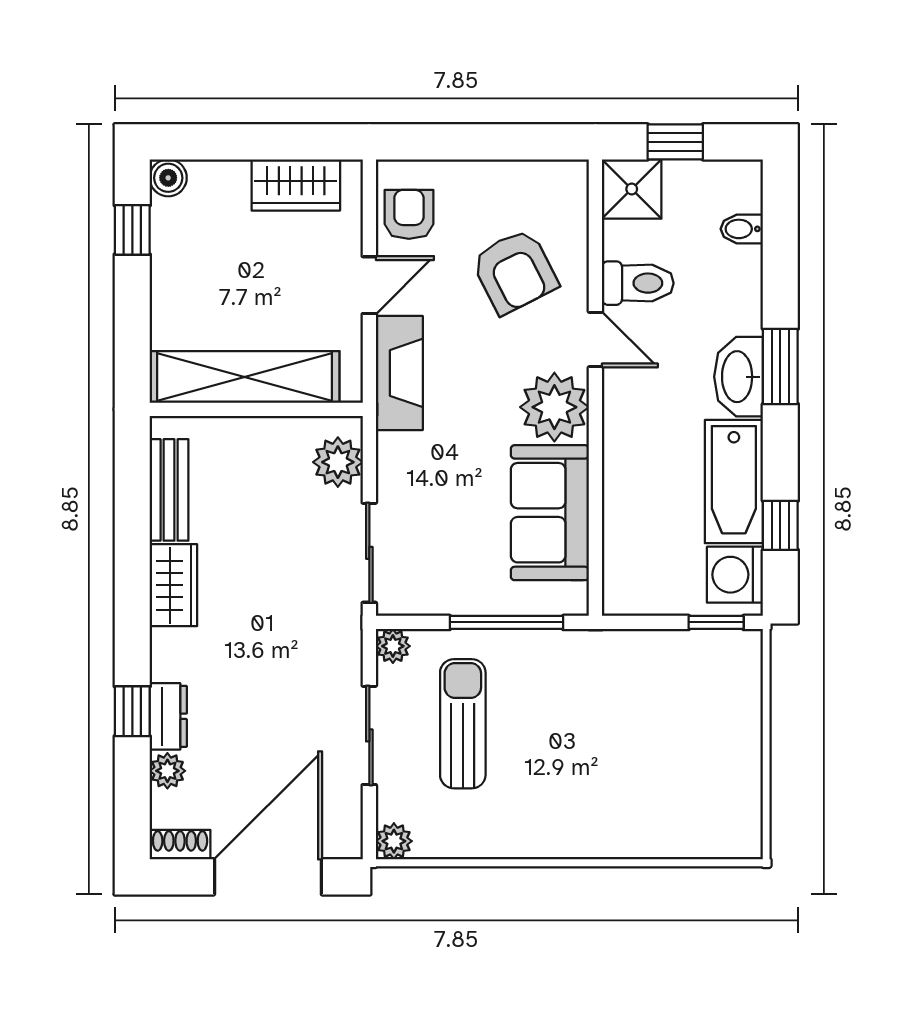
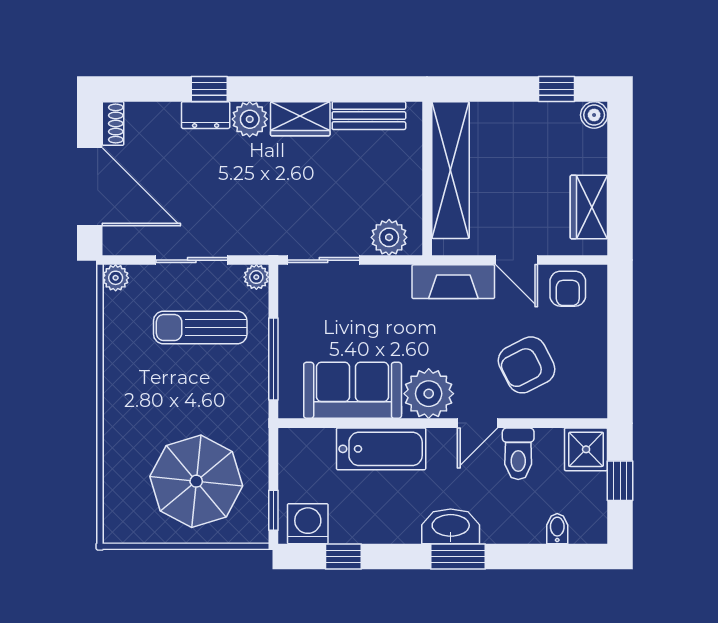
armchair: (409, 214) -> (568, 289), turned 90
bathtub: (734, 482) -> (381, 449), moved, turned 180
sun lounger: (463, 724) -> (200, 328), turned 180
parasol: (676, 729) -> (196, 481), added
plant: (167, 771) -> (250, 119), moved, width x1.38, depth x1.38

